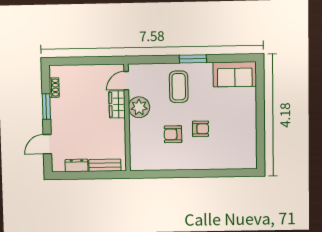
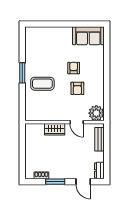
sofa: (235, 74) -> (88, 36), moved, turned 90
door: (126, 81) -> (77, 122), moved
plant: (139, 107) -> (96, 113), moved
dresser: (77, 165) -> (99, 171), moved

